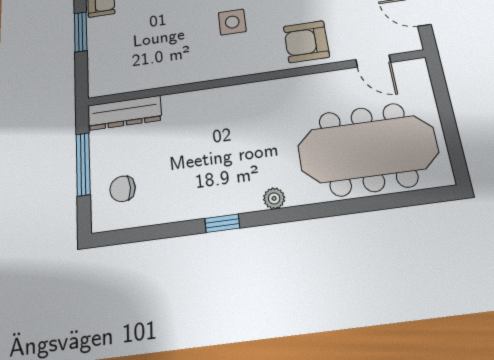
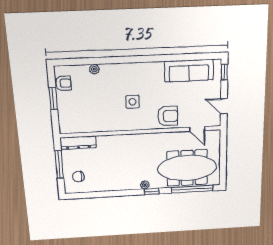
armchair: (306, 42) -> (168, 116), turned 180
window: (390, 201) -> (192, 189), added
window: (222, 223) -> (152, 191), moved

